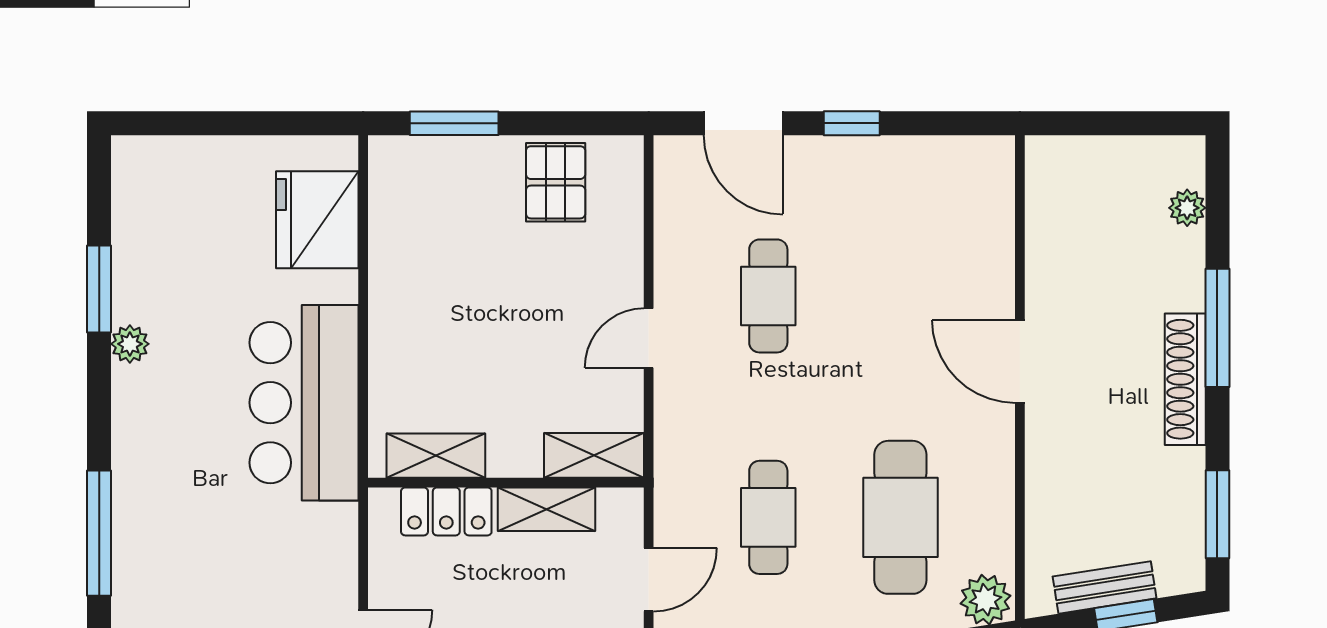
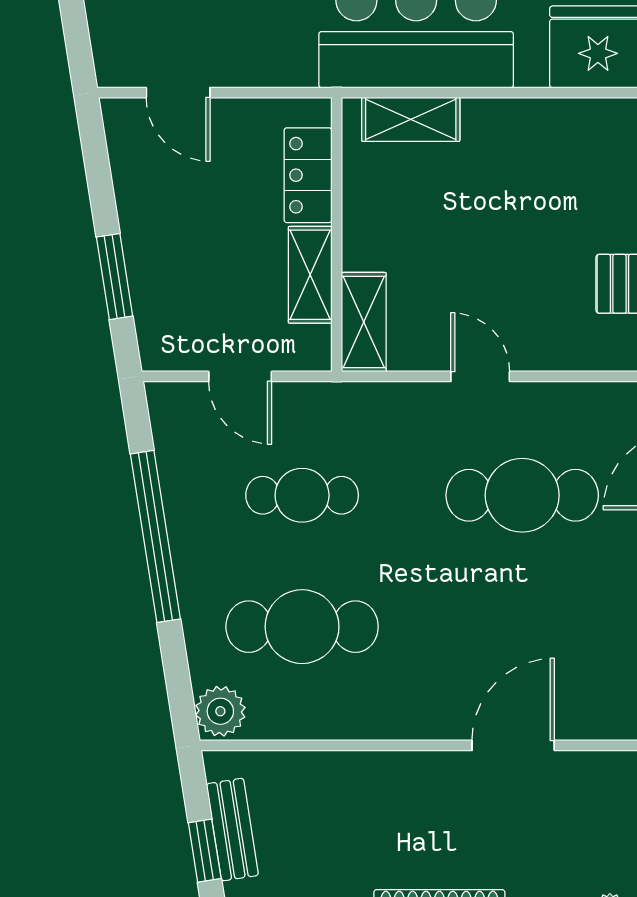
cafe table: (768, 296) -> (522, 495), width x1.37, depth x1.35
door: (1020, 362) -> (513, 745), moved
shelving: (436, 456) -> (411, 119), moved, turned 90

